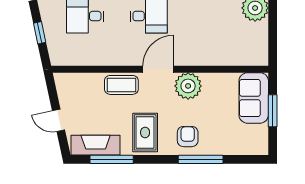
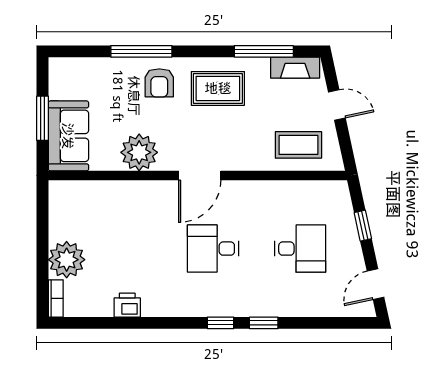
coffee table: (121, 85) -> (298, 145), moved
plant: (188, 86) -> (139, 152), moved
rug: (145, 132) -> (218, 88), turned 90
fireplace: (96, 145) -> (295, 68), width x0.73, depth x0.76

